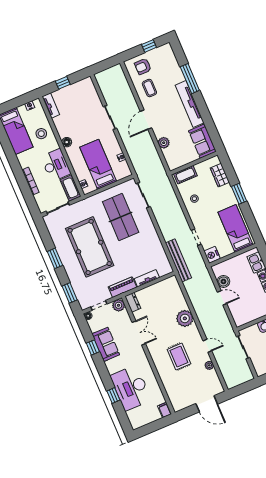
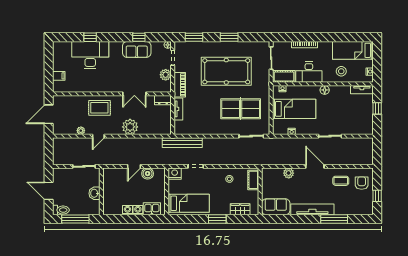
dresser: (133, 302) -> (163, 100), moved
double door: (139, 333) -> (134, 94), moved
wall: (148, 355) -> (112, 94), moved

